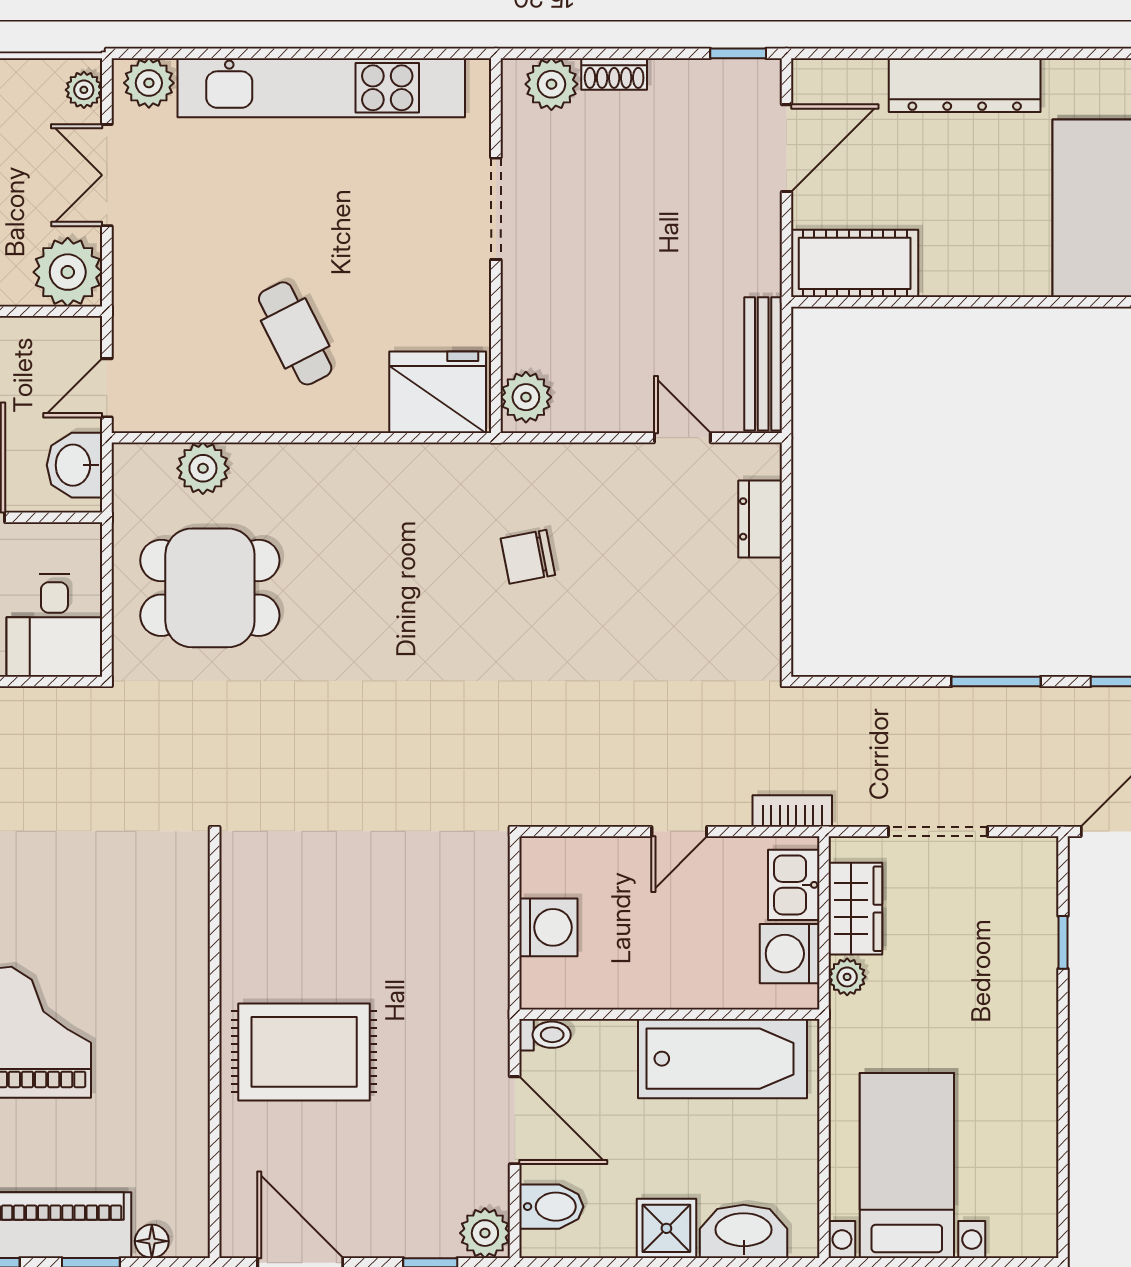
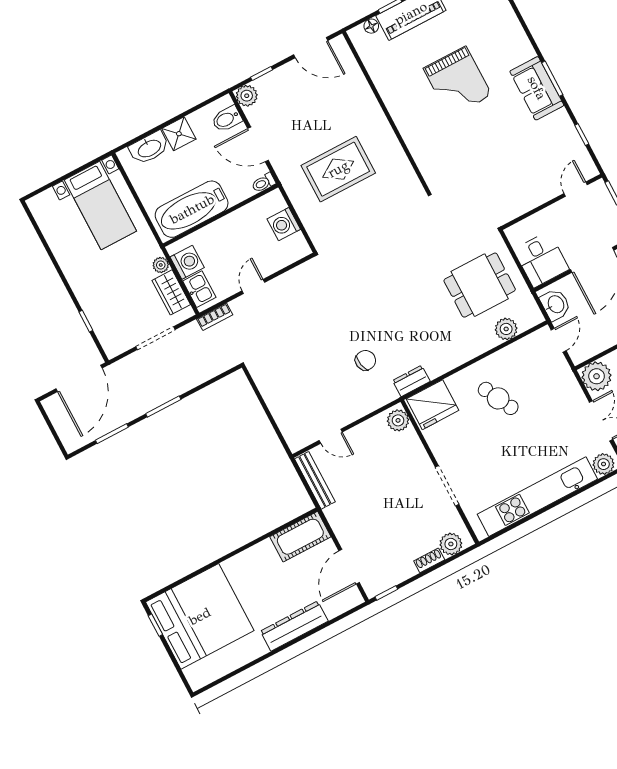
dresser: (760, 519) -> (411, 381), moved, turned -90
desk: (54, 625) -> (541, 259), moved, turned 180
rug: (304, 1052) -> (338, 169), moved

